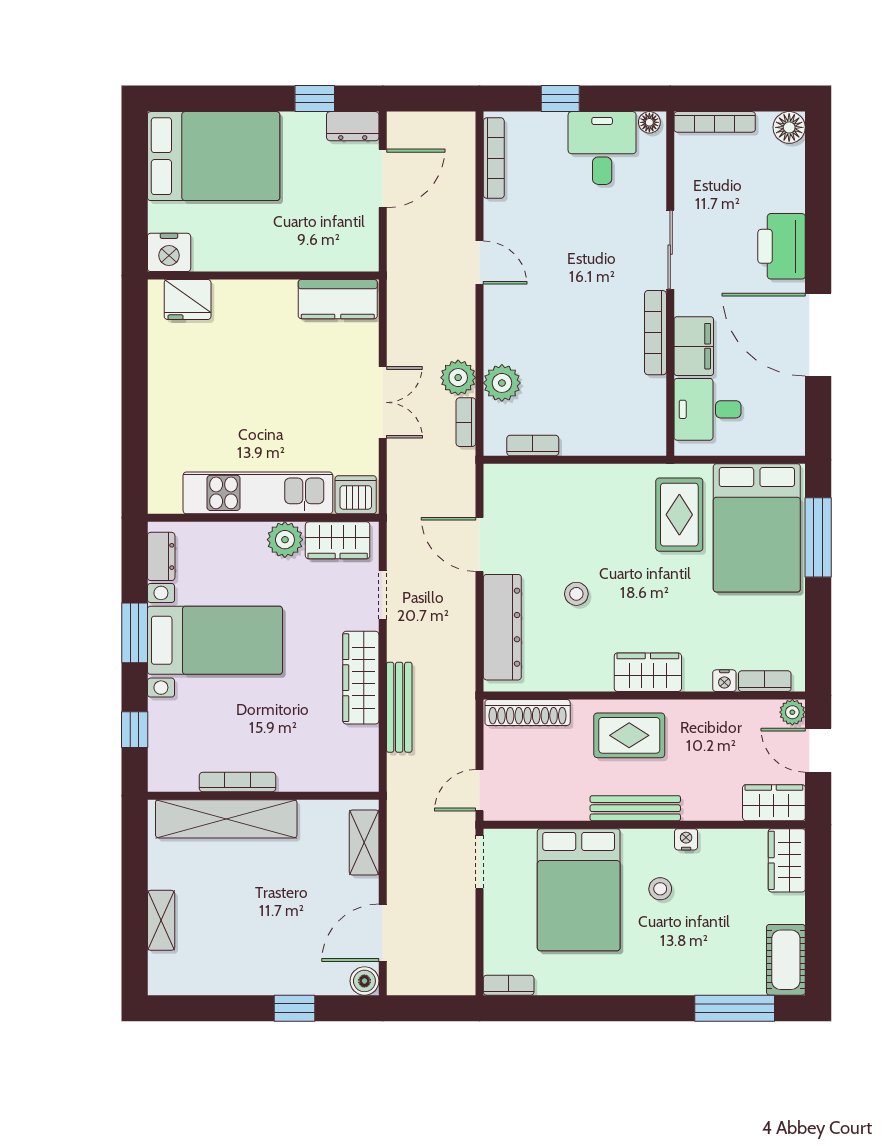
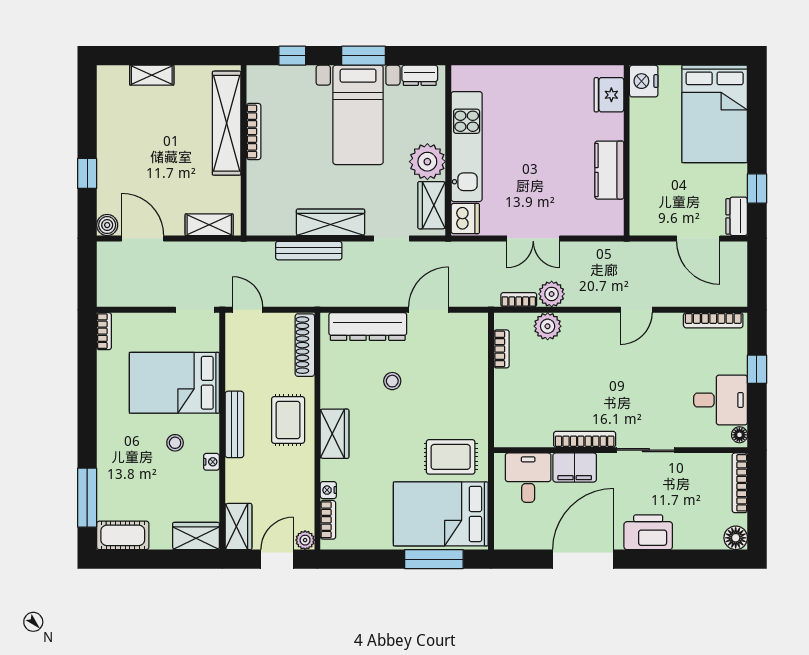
kitchen counter: (338, 299) -> (609, 170), moved
plant: (285, 540) -> (427, 162), width x1.36, depth x1.36

